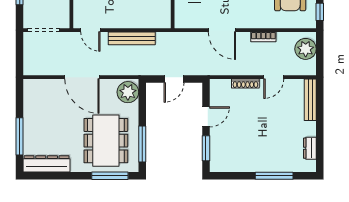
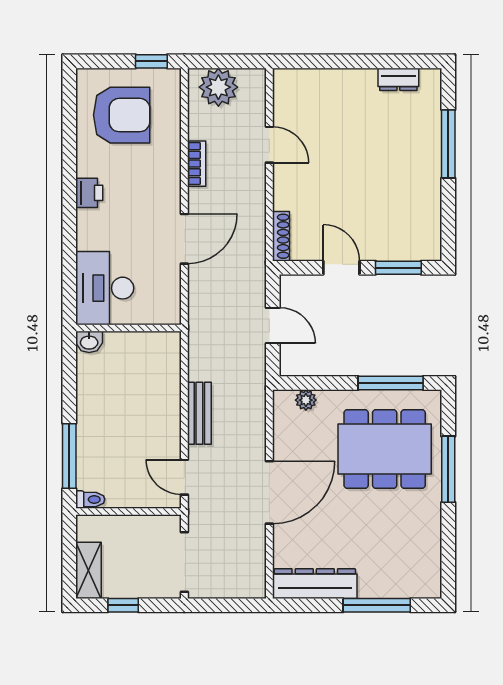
door: (90, 30) -> (184, 477), swing flipped
bench: (132, 38) -> (199, 413), width x0.73
shoe rack: (245, 83) -> (281, 236), moved
plant: (128, 92) -> (306, 400), width x0.53, depth x0.53
bench: (310, 100) -> (310, 79), removed
dresser: (47, 164) -> (315, 584), moved, turned 90
window: (110, 176) -> (448, 469), moved

